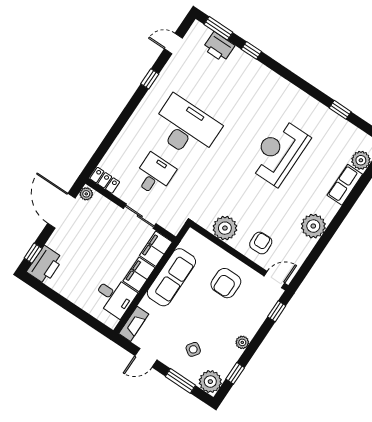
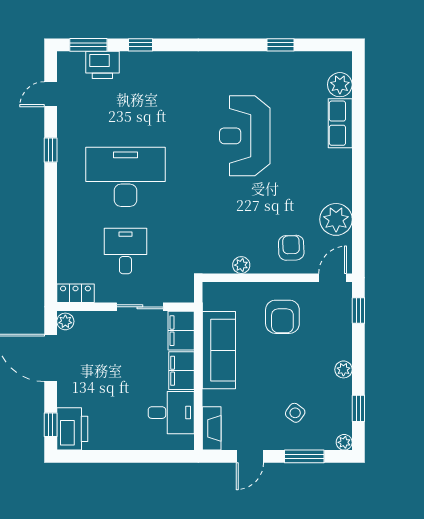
plant: (313, 226) -> (336, 219), moved
plant: (225, 228) -> (241, 265), width x0.53, depth x0.53
plant: (210, 382) -> (344, 442), width x0.53, depth x0.53

